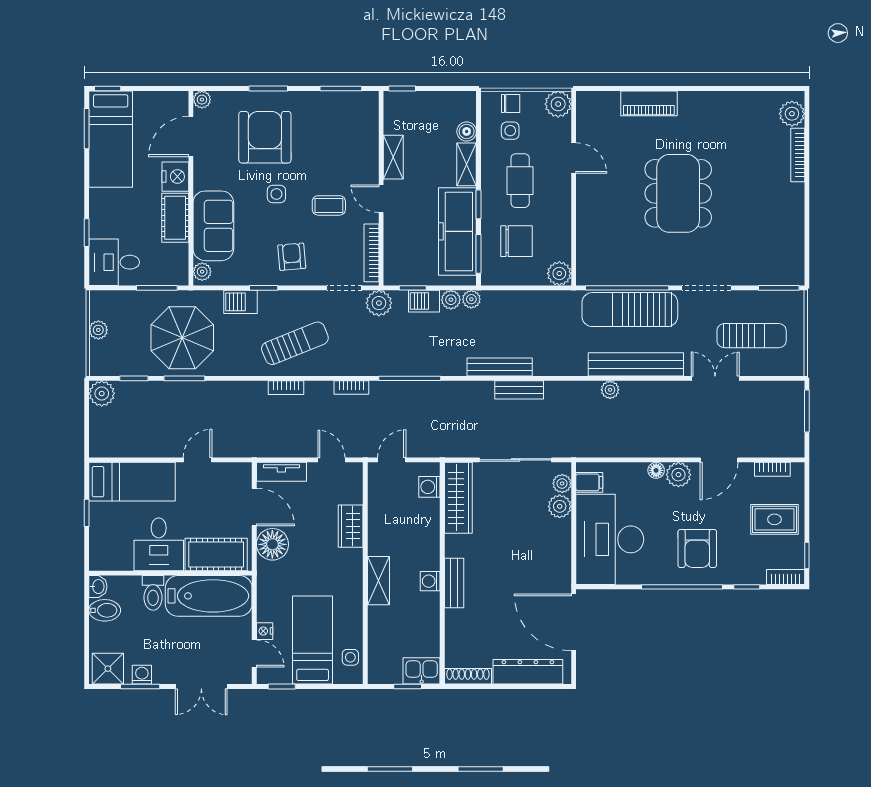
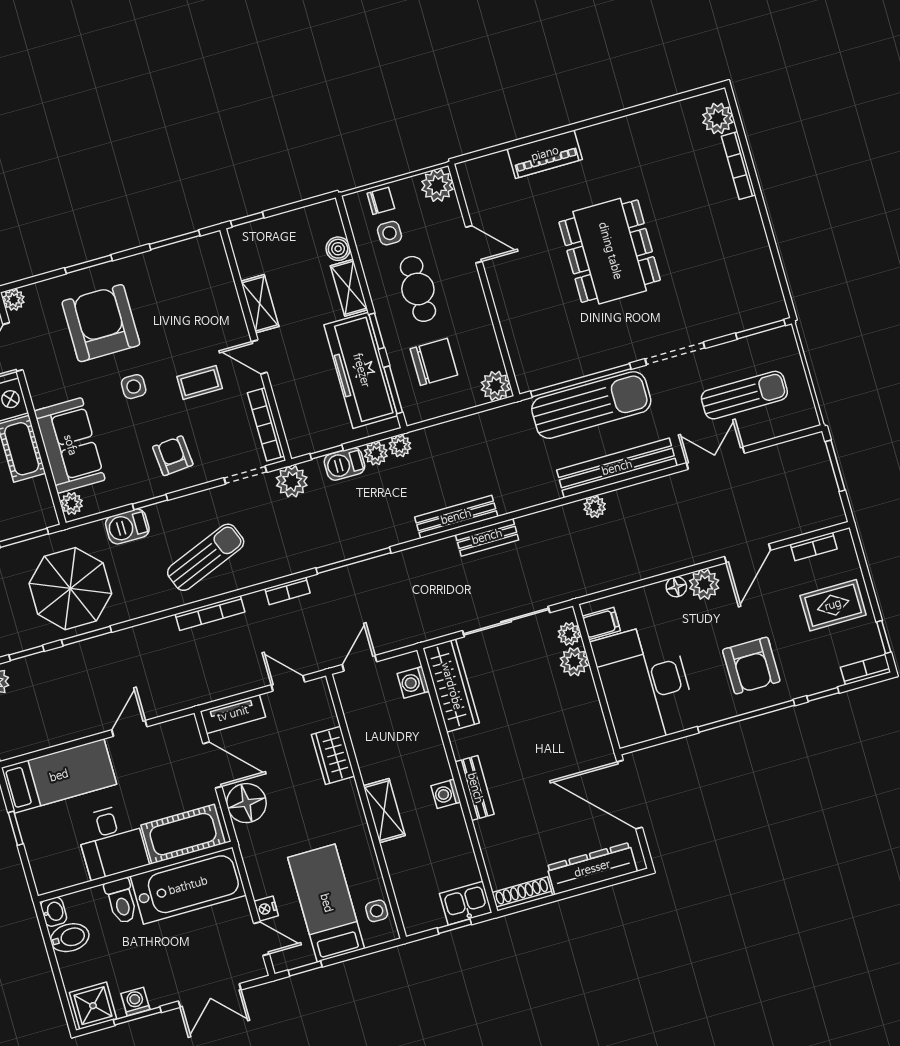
sun lounger: (630, 310) -> (591, 405), turned 180
bookcase: (286, 388) -> (210, 613), width x1.56

